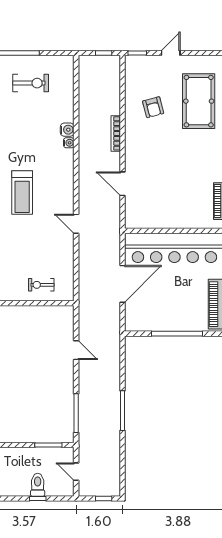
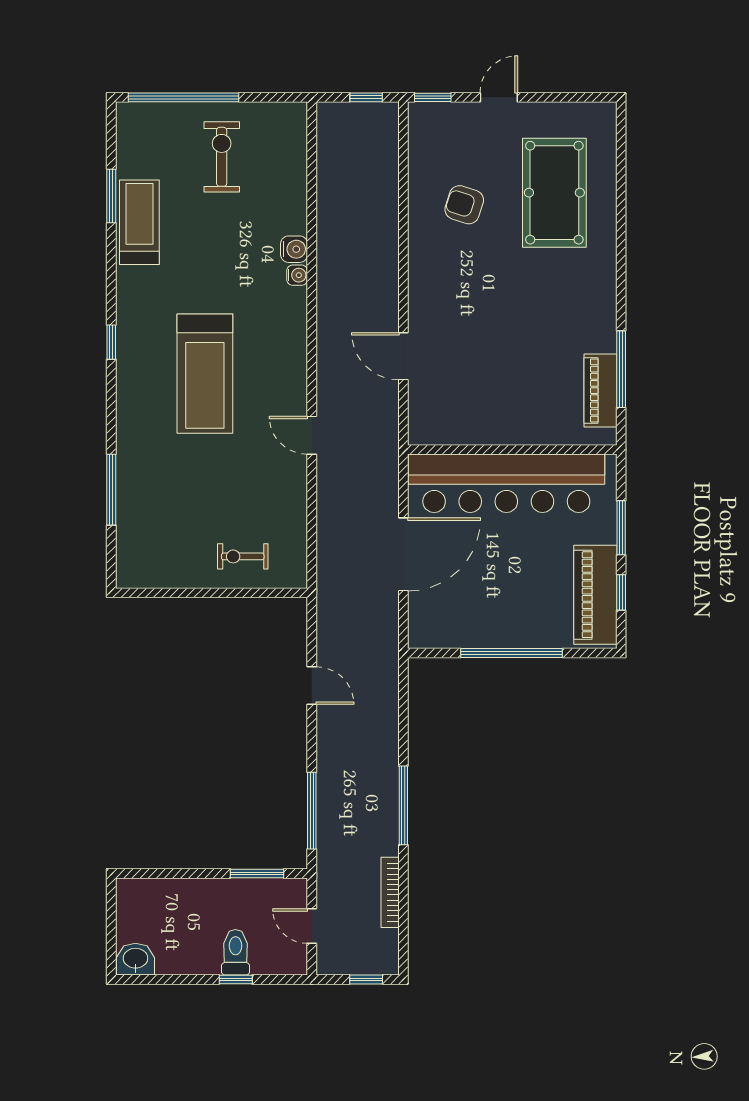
exercise bike: (31, 83) -> (222, 157), turned -90
armchair: (153, 107) -> (464, 205), turned 123
bookcase: (116, 133) -> (390, 892), moved
treadmill: (22, 192) -> (205, 374), width x1.37, depth x1.37

